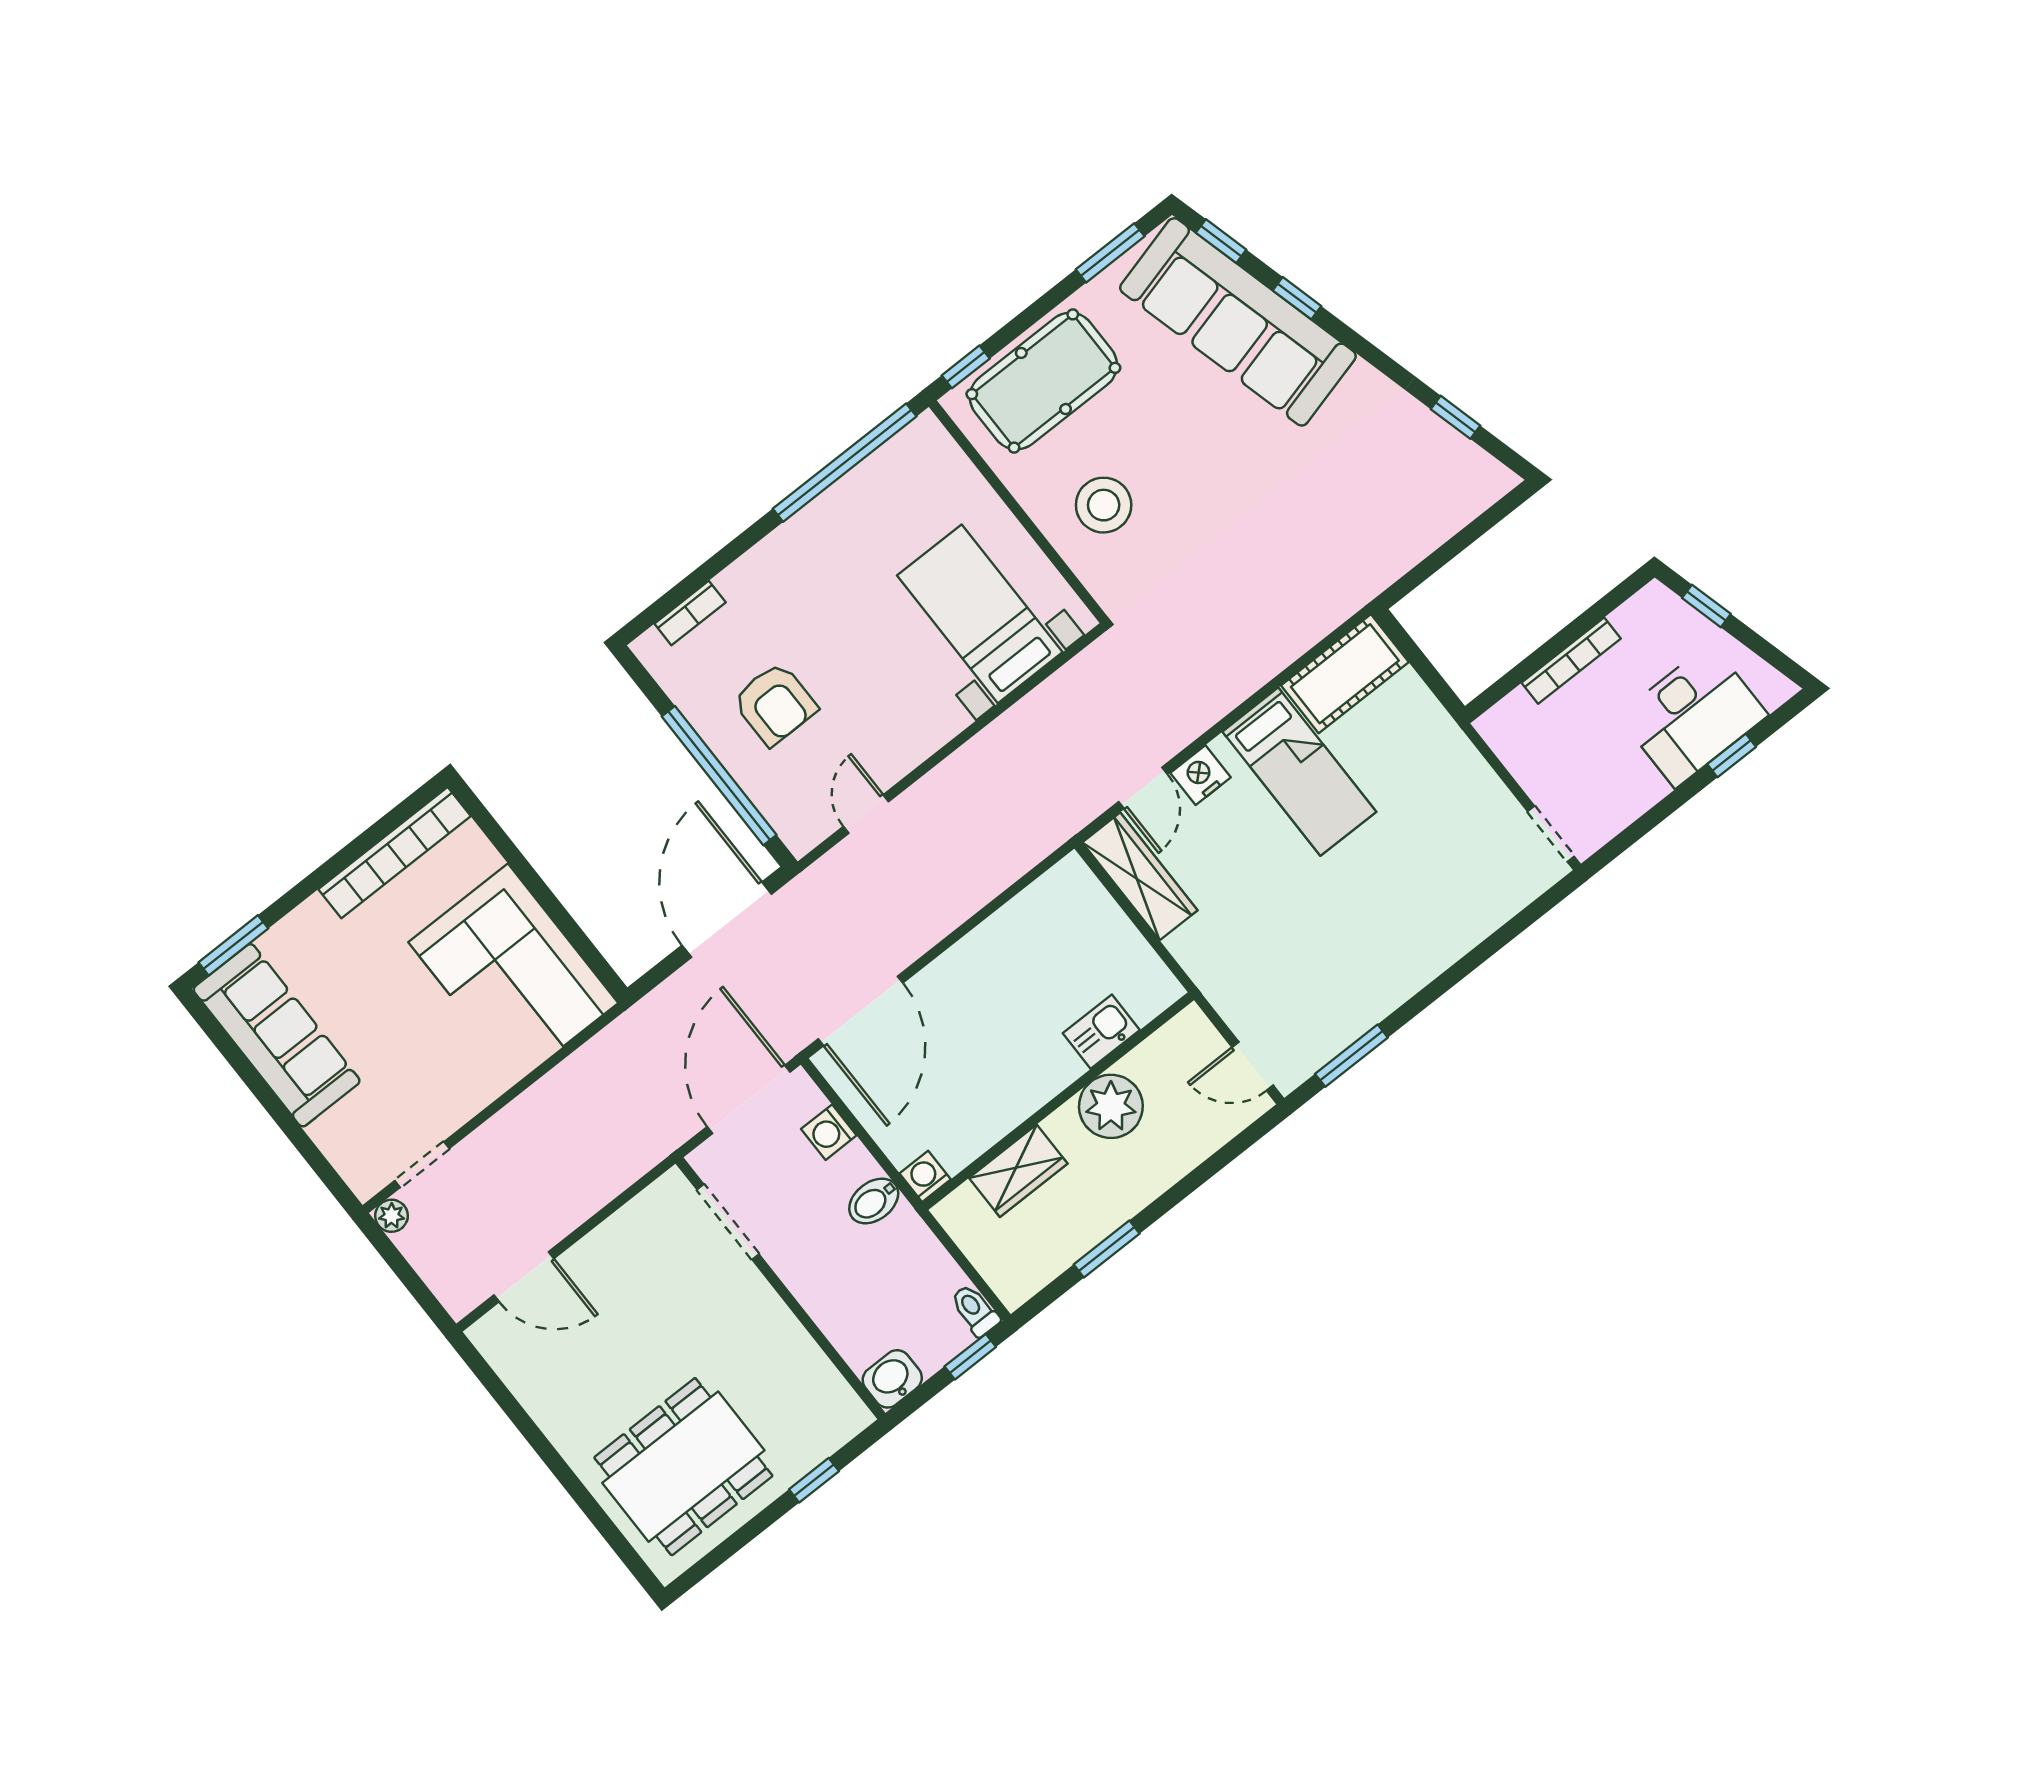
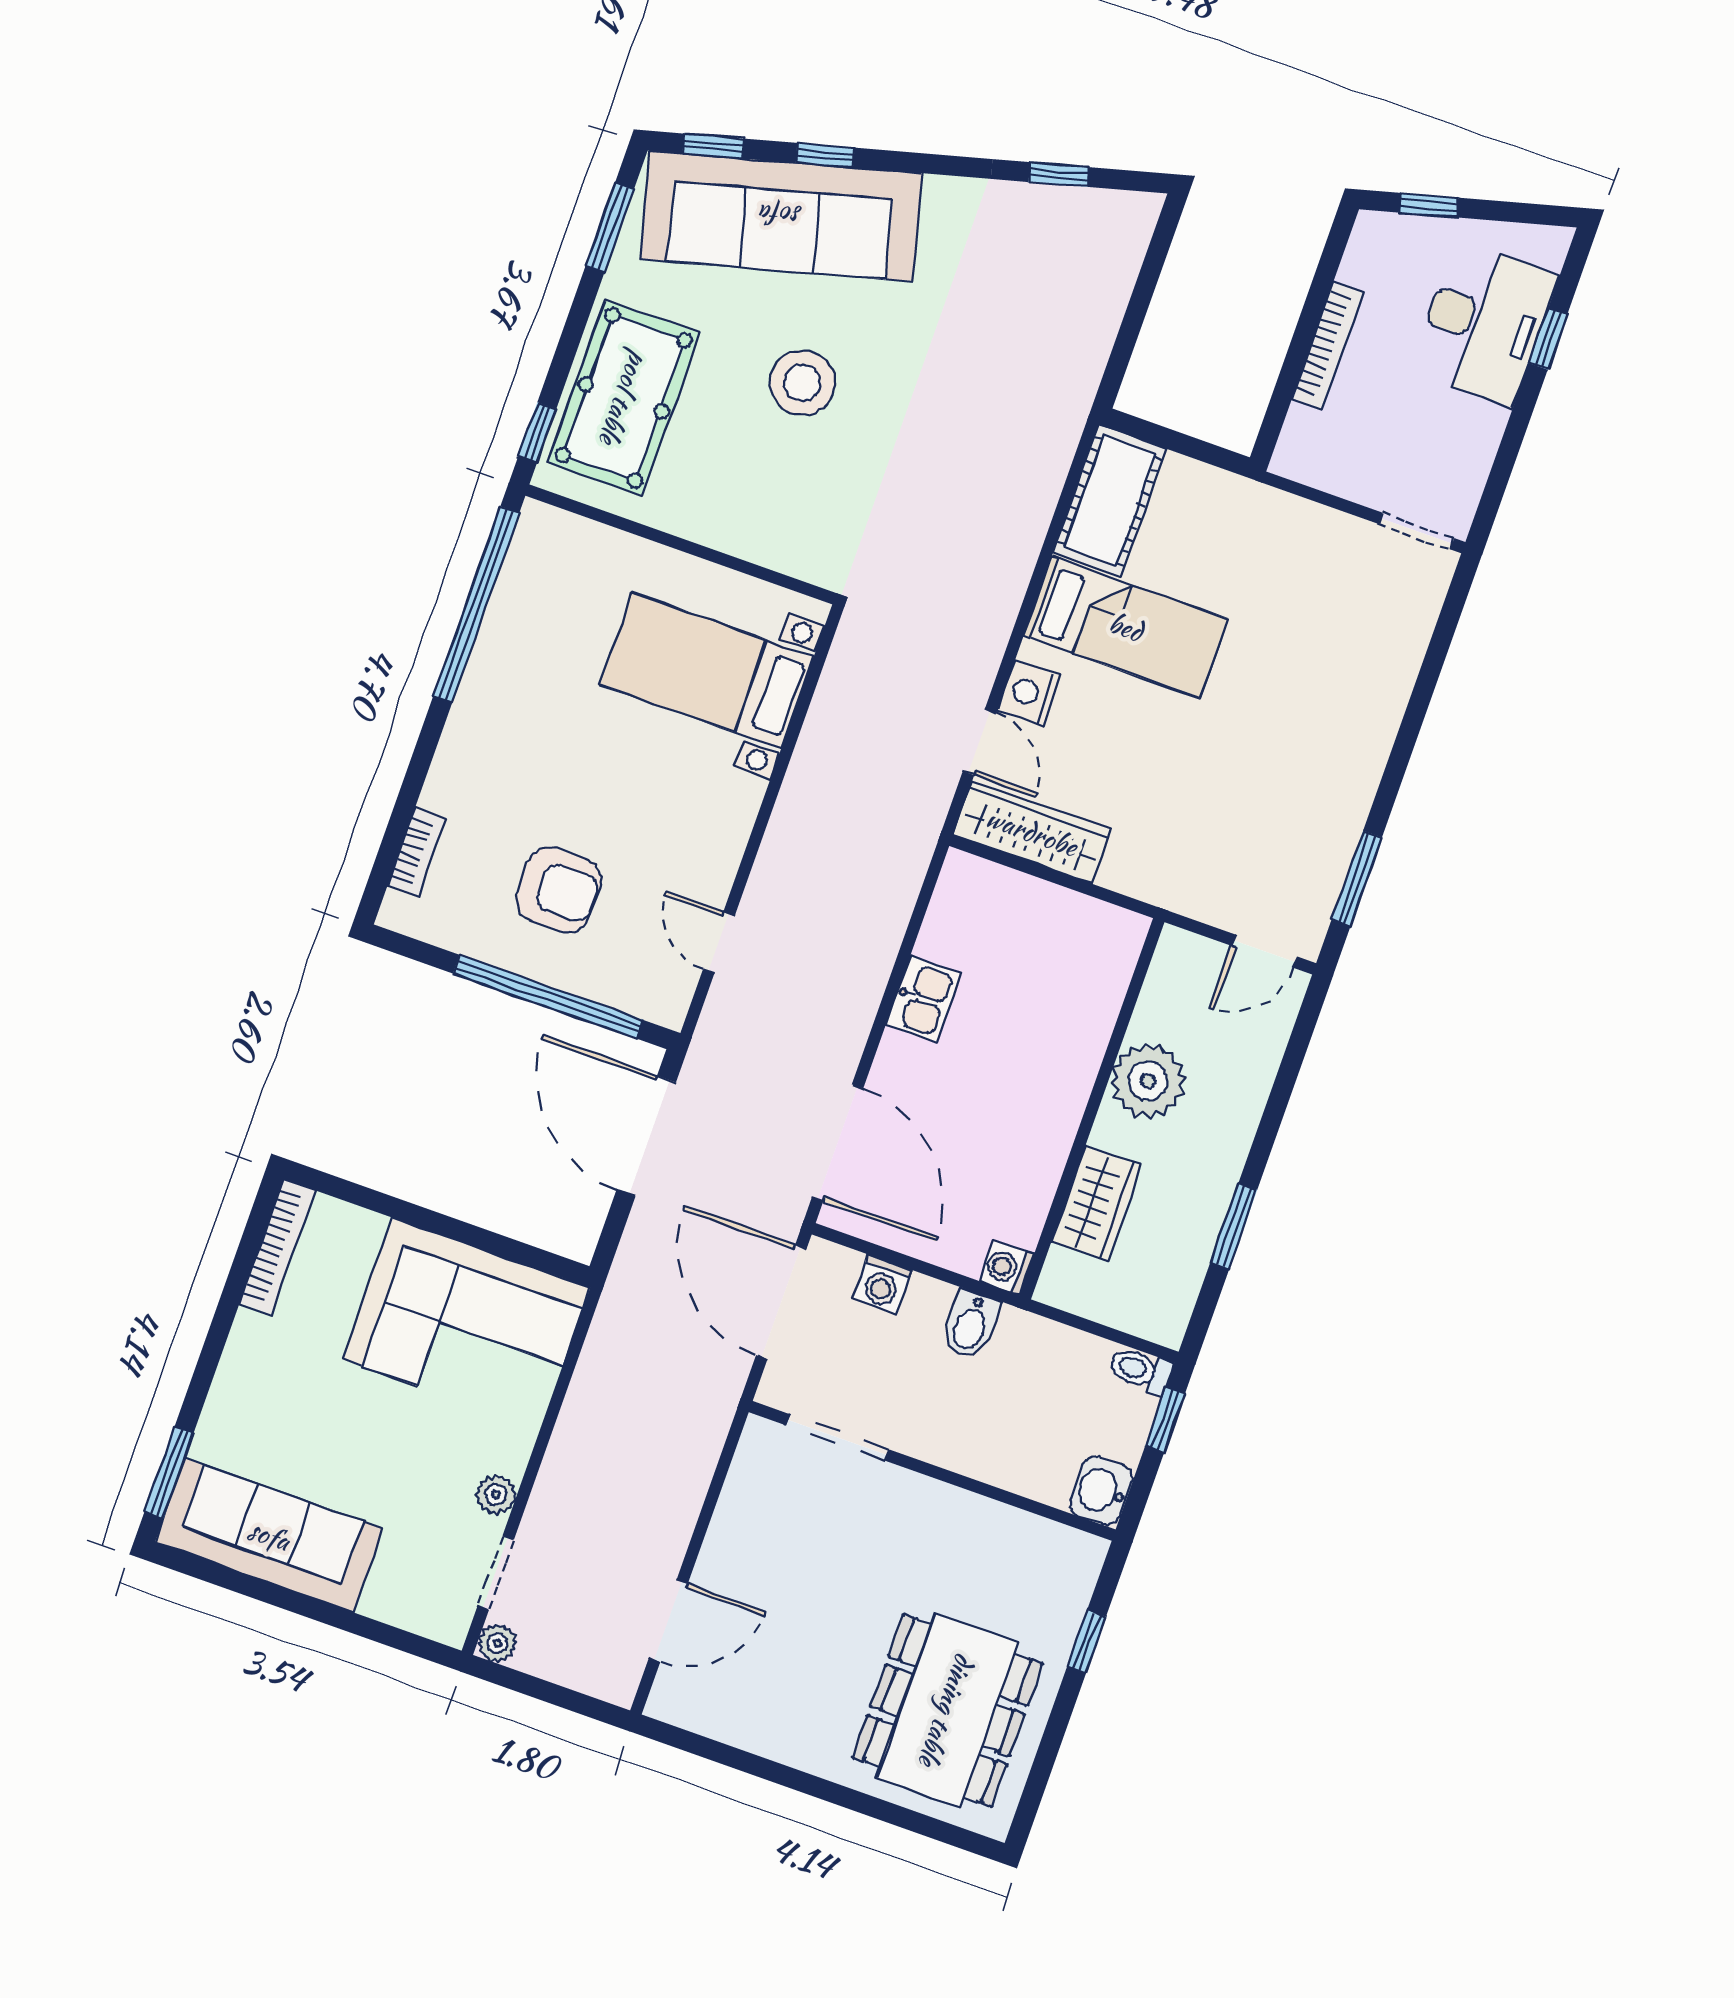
stool: (1104, 505) -> (802, 383), moved
bookcase: (394, 853) -> (277, 1247), width x0.68, depth x0.76
kitchen sink: (1101, 1032) -> (923, 999), moved, turned 180
plant: (457, 1109) -> (496, 1494), added

